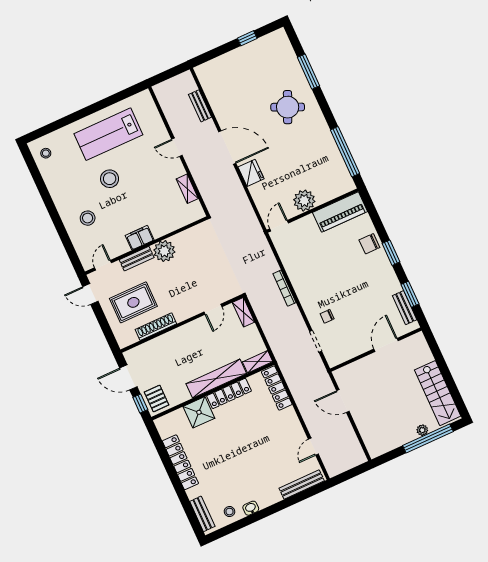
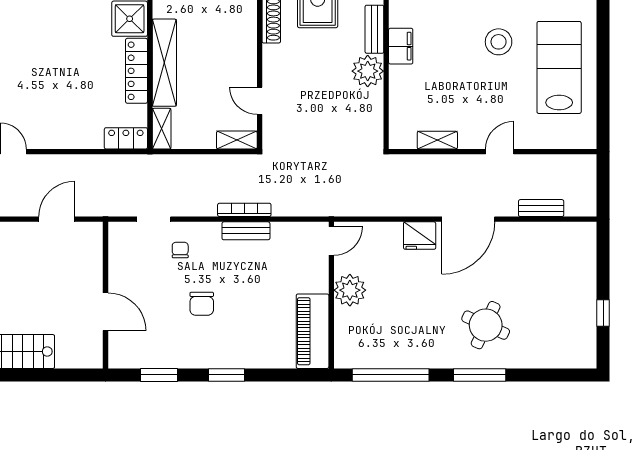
window: (308, 72) -> (480, 375), moved
door: (279, 226) -> (331, 241), hinge flipped
chair: (369, 244) -> (202, 304), moved, turned 180
bench: (405, 308) -> (246, 231), moved
locker: (277, 388) -> (126, 138), width x0.66

